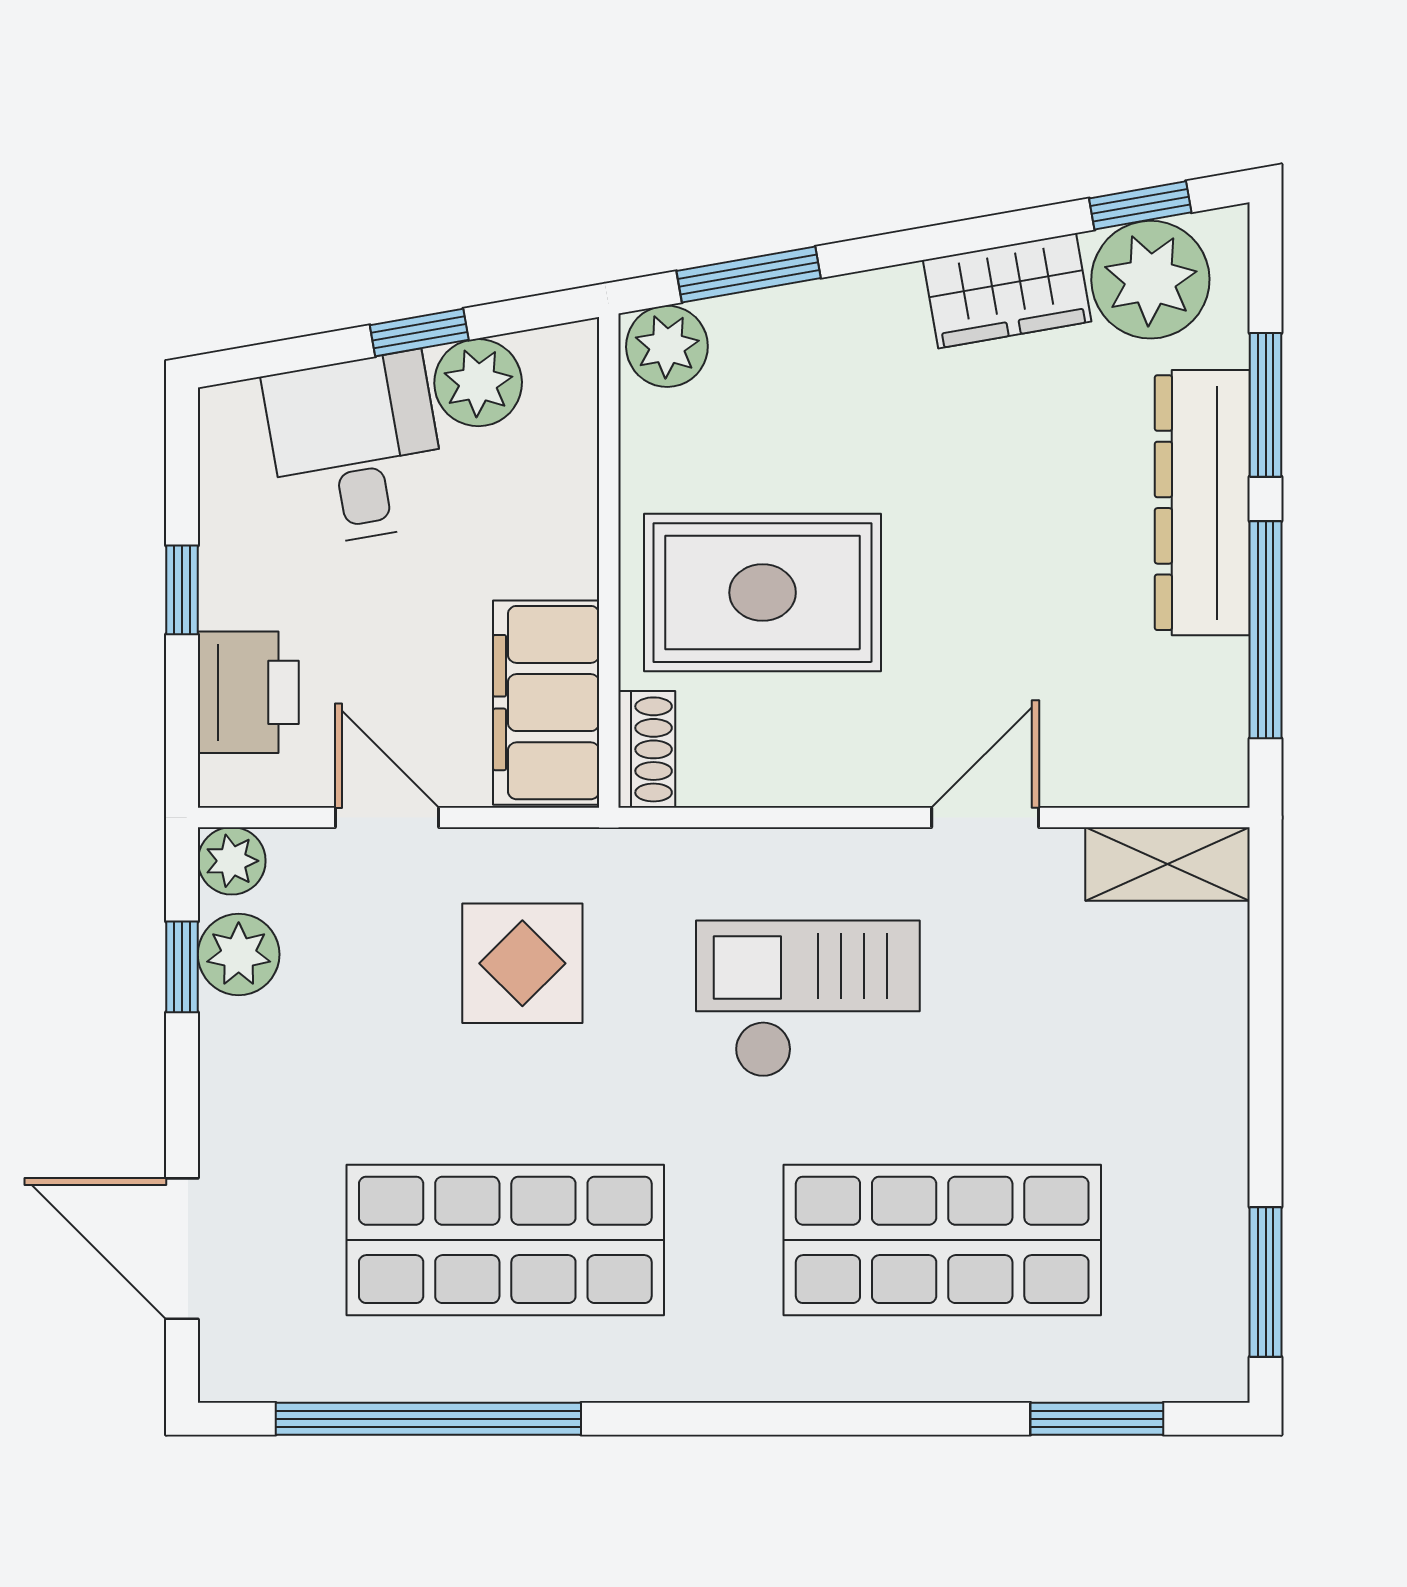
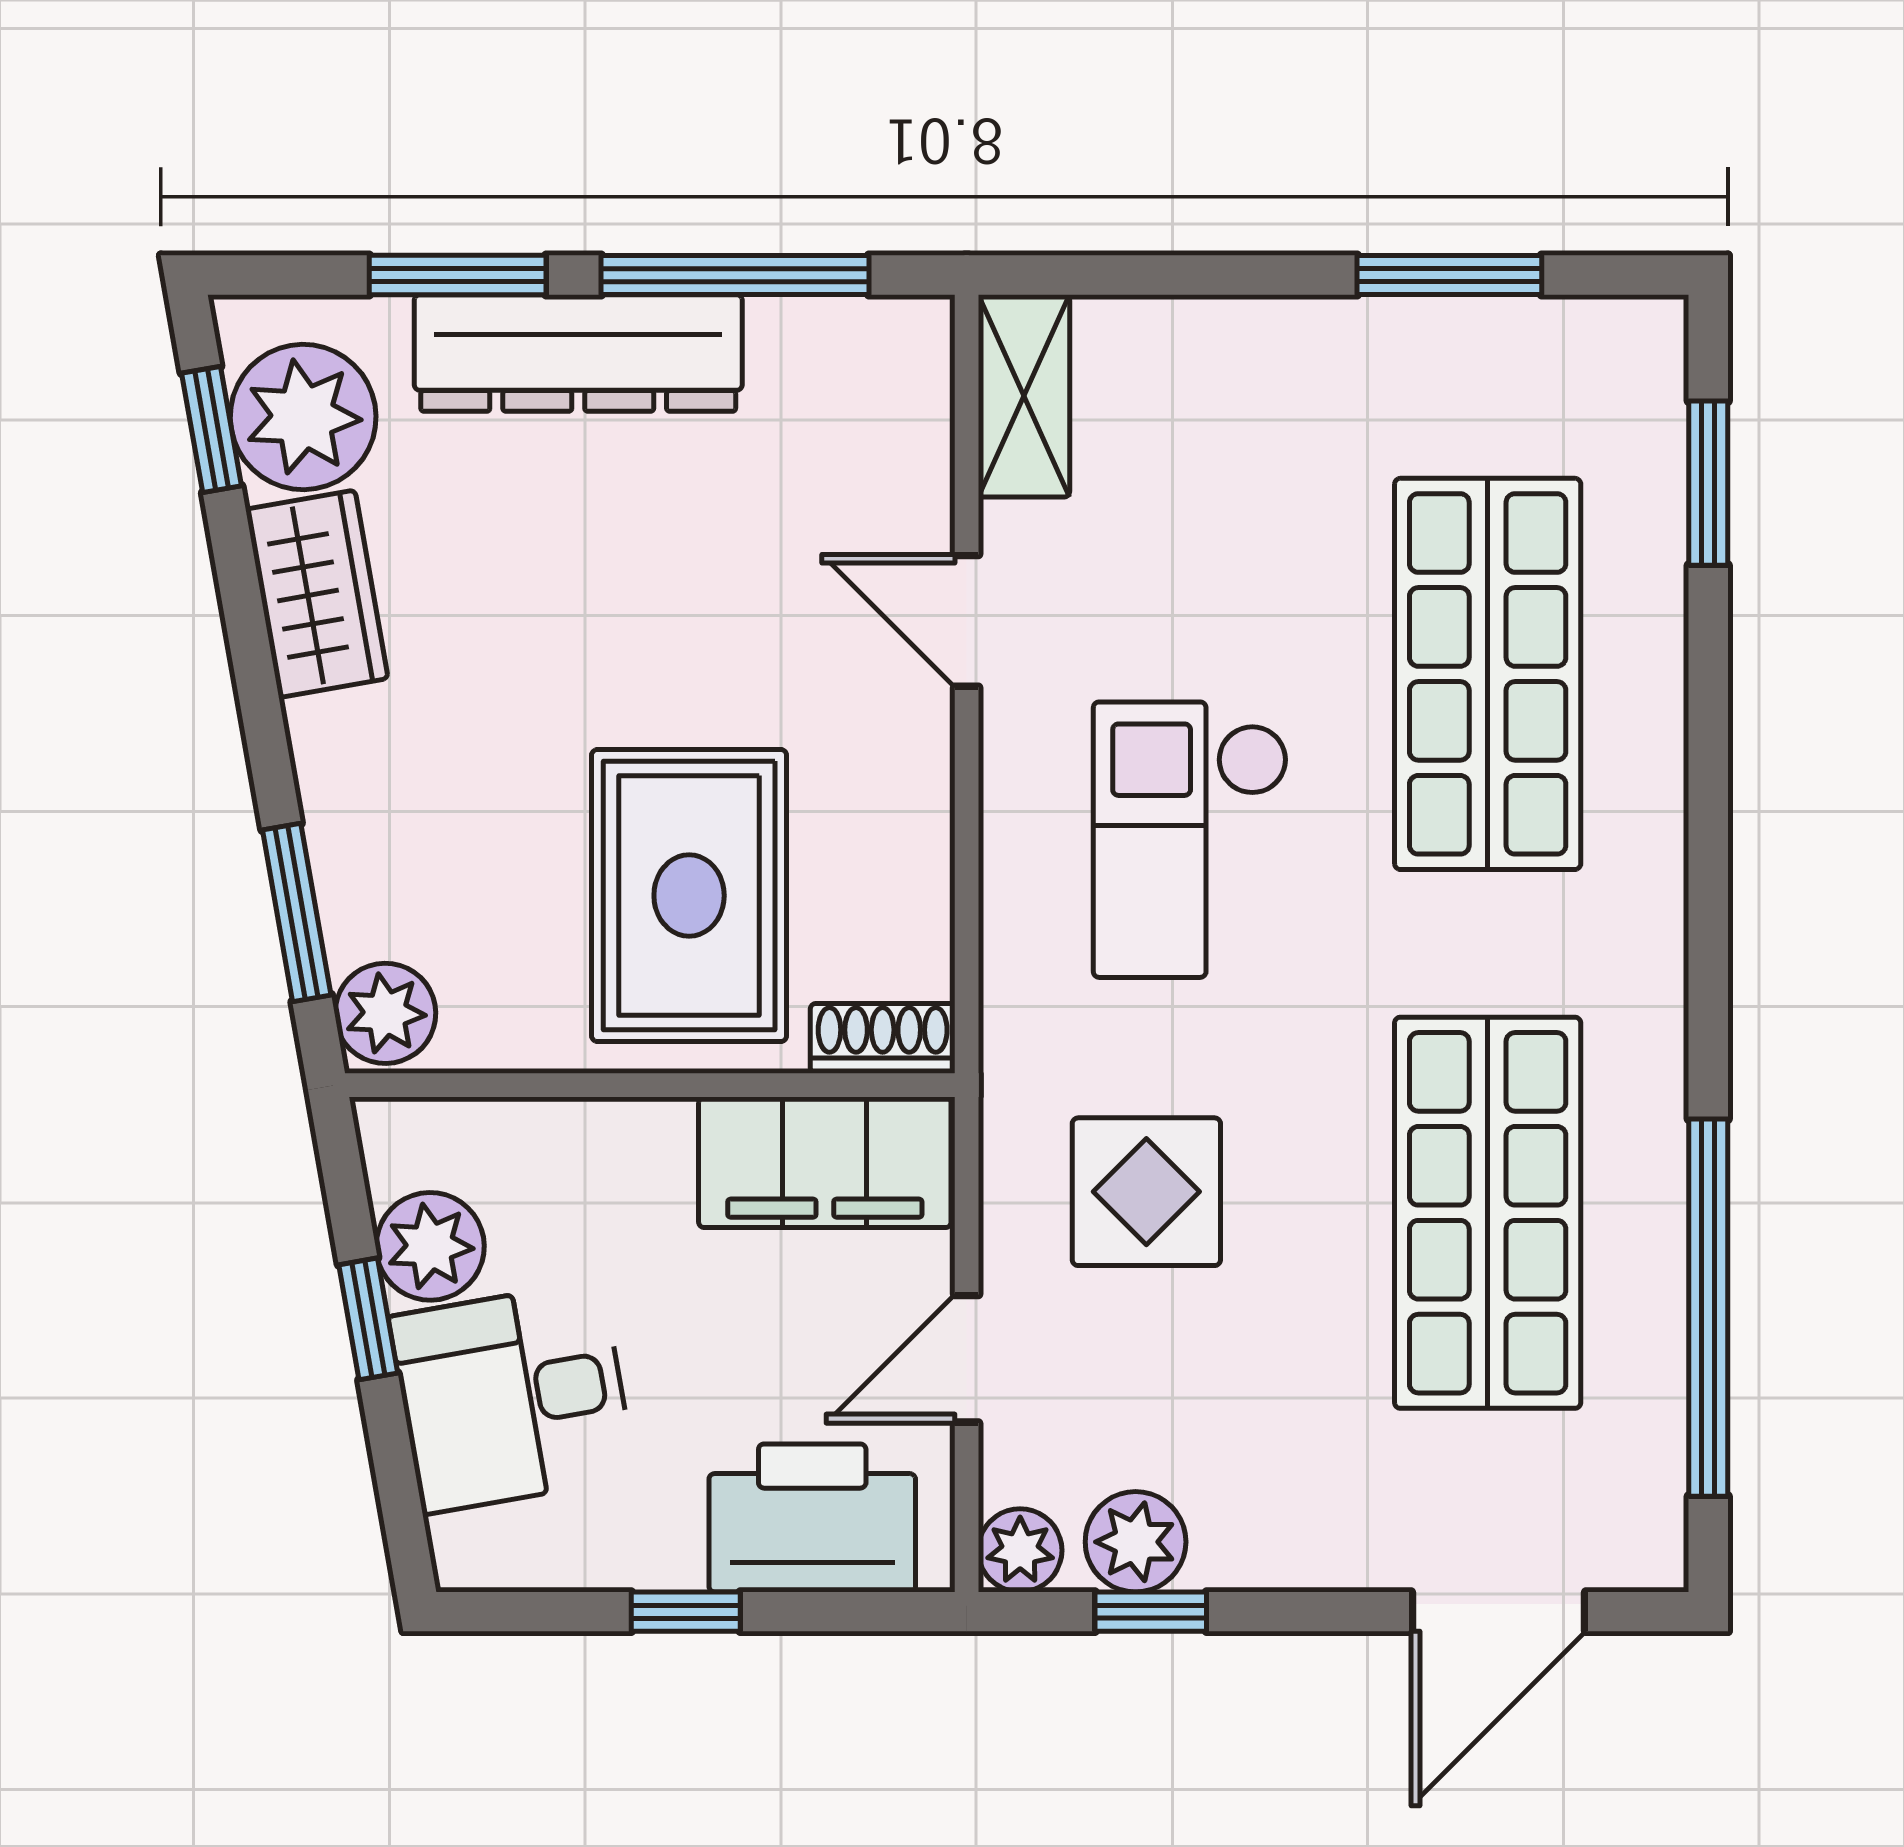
printer: (248, 692) -> (812, 1518), width x1.37, depth x1.19
window: (1266, 1282) -> (1449, 275), moved

